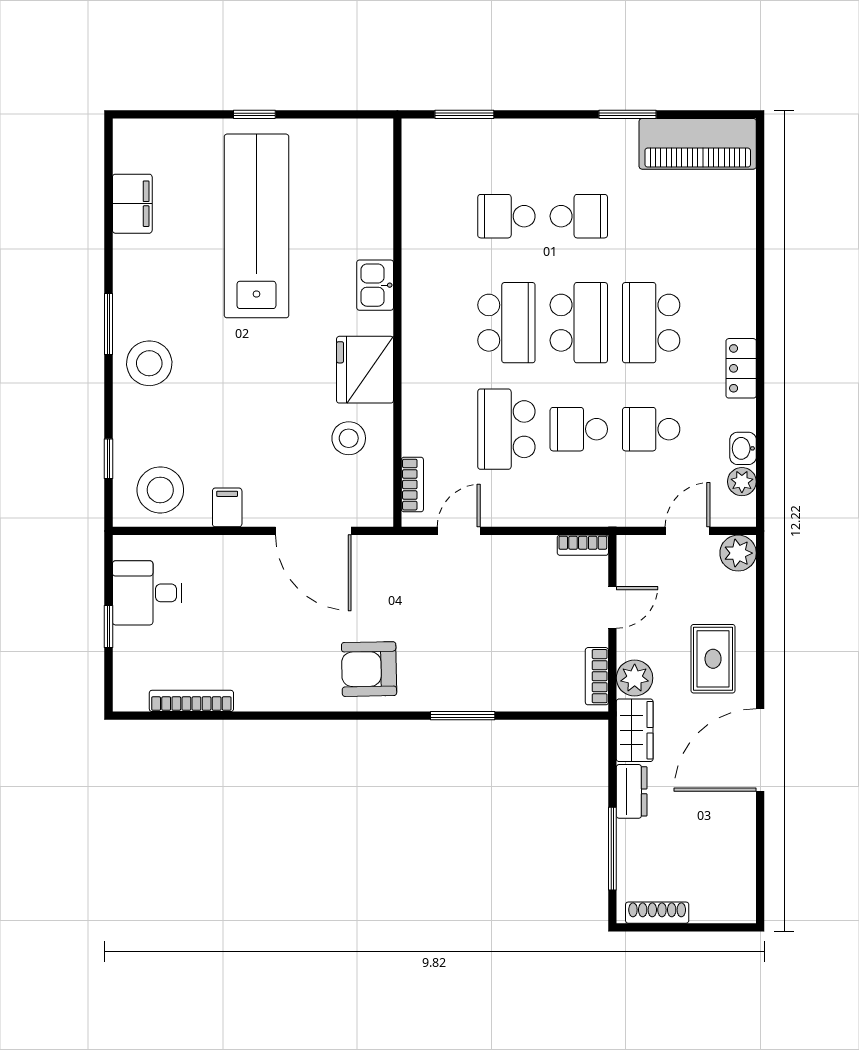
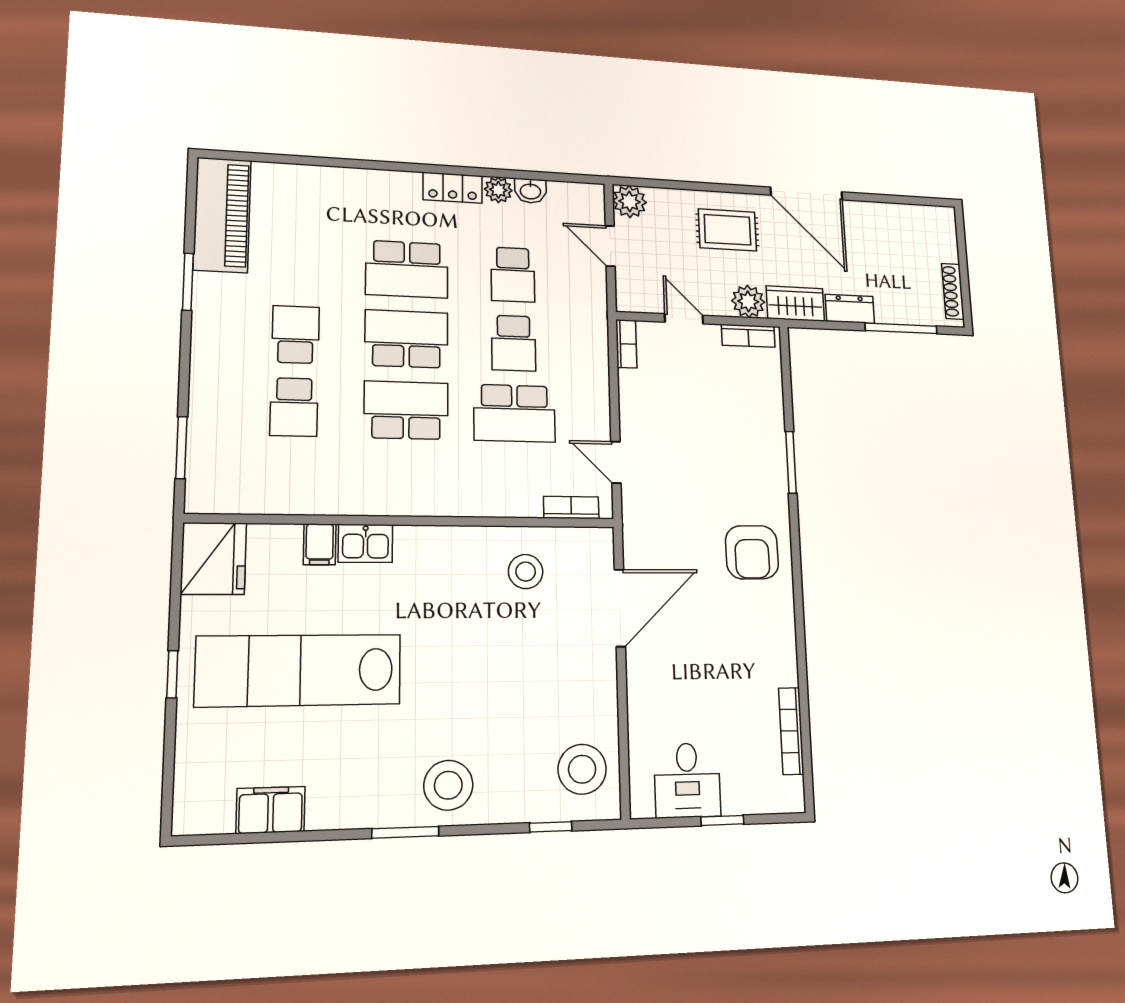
fridge: (365, 370) -> (214, 559), moved, turned -90
plant: (742, 482) -> (498, 190), moved
filing cabinet: (227, 507) -> (320, 544), moved, turned -90

